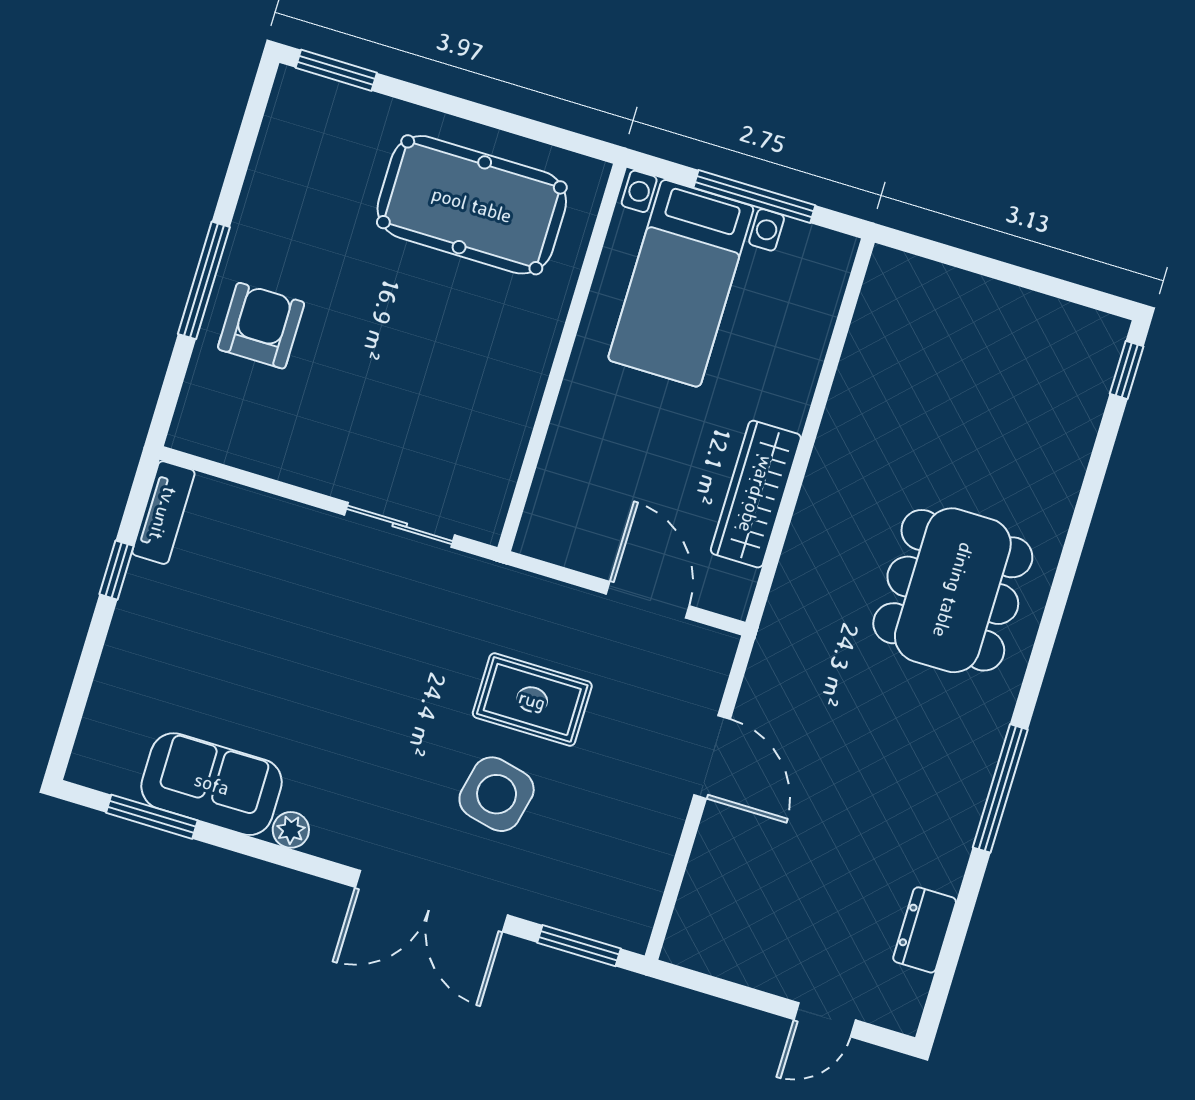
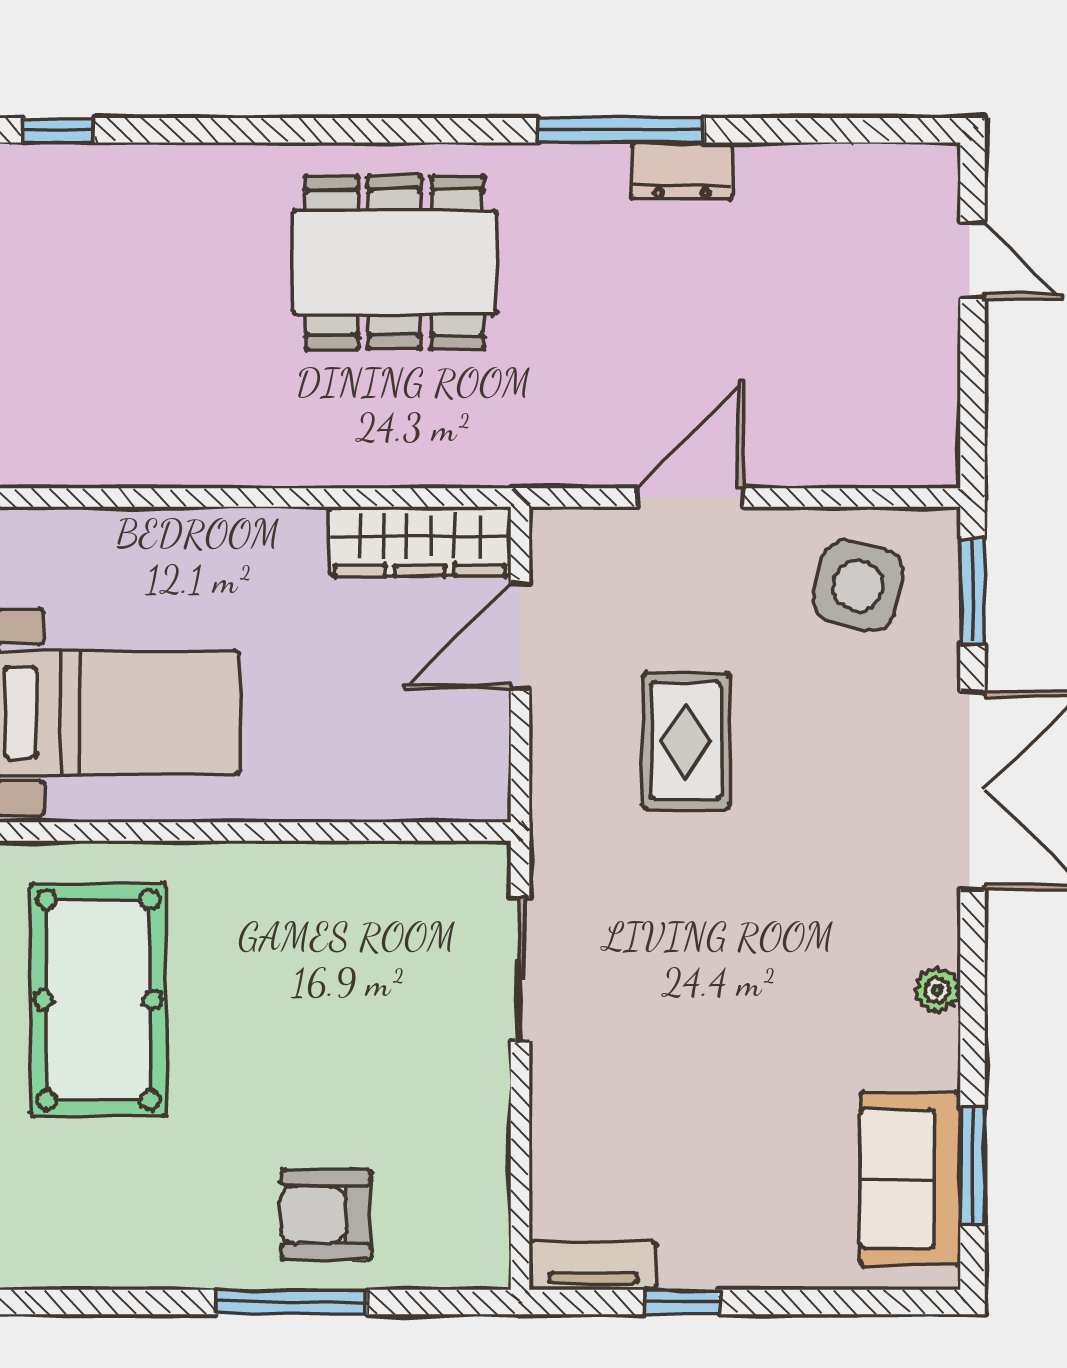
wardrobe: (756, 494) -> (420, 541), moved
sofa: (212, 784) -> (910, 1179), moved
side table: (497, 794) -> (858, 586), moved
dresser: (925, 930) -> (682, 171), moved

